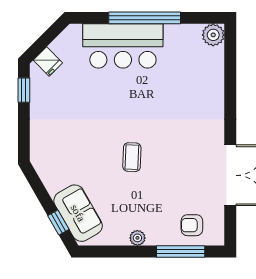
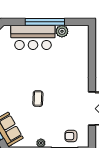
plant: (213, 35) -> (62, 31), moved

